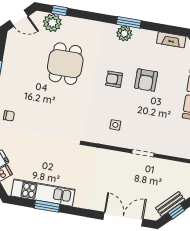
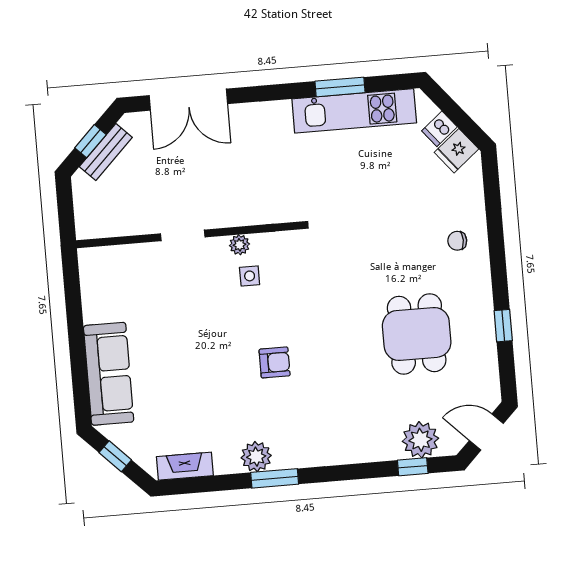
plant: (124, 34) -> (256, 457), moved
dining table: (65, 64) -> (417, 334), moved
armchair: (146, 80) -> (213, 377), removed
plant: (116, 141) -> (239, 245), added

